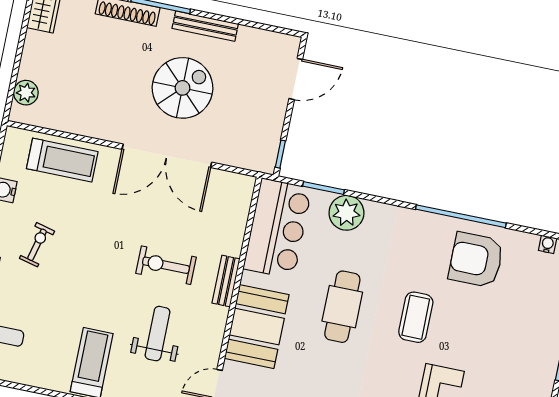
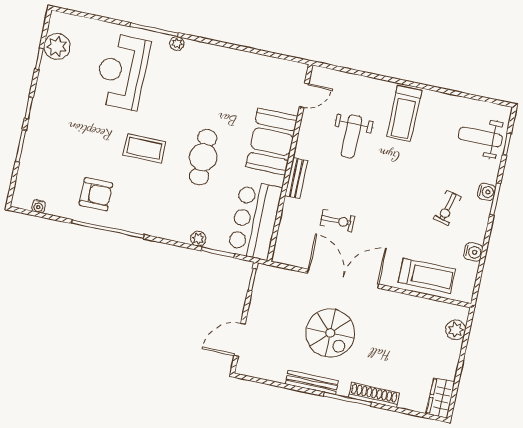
spiral stairs: (182, 88) -> (330, 333), turned -90
treadmill: (62, 160) -> (427, 276), turned 180
plant: (346, 213) -> (198, 239), width x0.53, depth x0.53
armchair: (476, 260) -> (96, 194), width x0.73, depth x0.73
exercise bike: (166, 265) -> (338, 221), moved, width x0.73, depth x0.72
coffee table: (416, 317) -> (144, 148), turned 90

